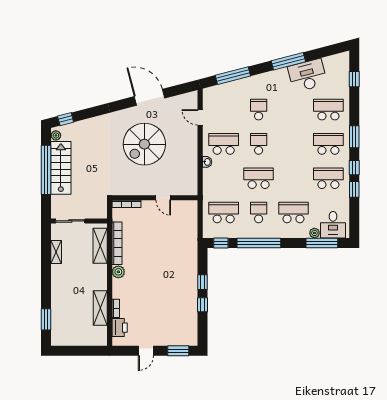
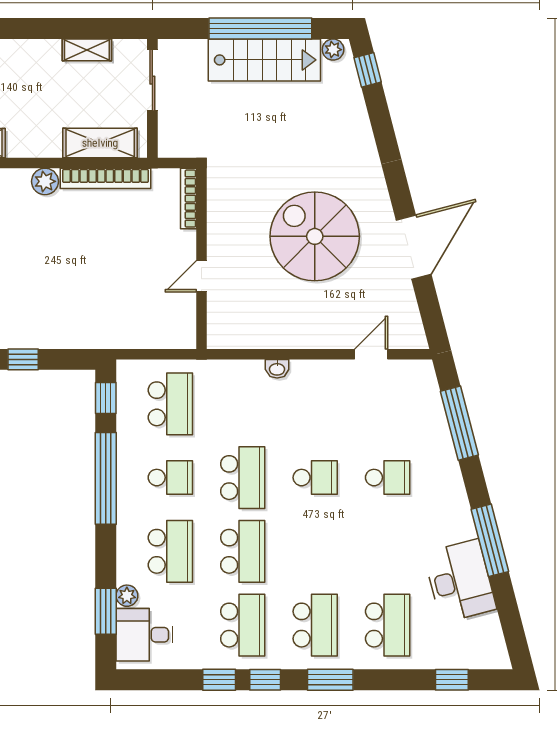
school desk: (224, 144) -> (243, 551), moved
window: (322, 243) -> (106, 611), width x0.69

